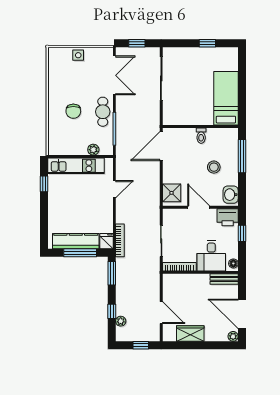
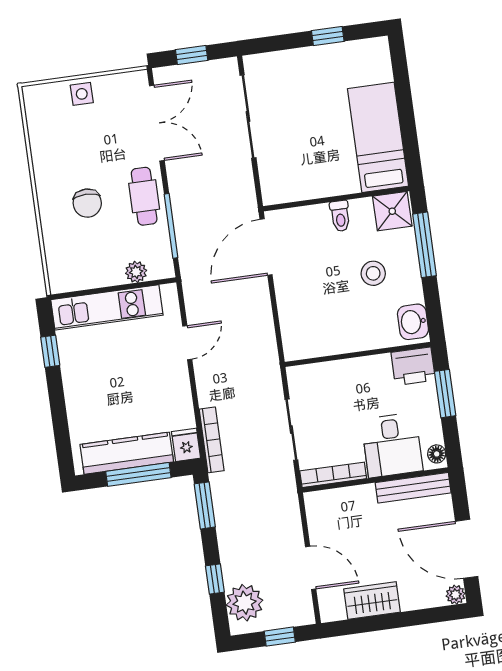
shower: (172, 193) -> (392, 211), moved
door: (199, 207) -> (355, 355), removed
window: (242, 233) -> (445, 394), width x1.50
bench: (224, 279) -> (413, 488), width x1.36
plant: (121, 321) -> (245, 603), width x1.87, depth x1.87

